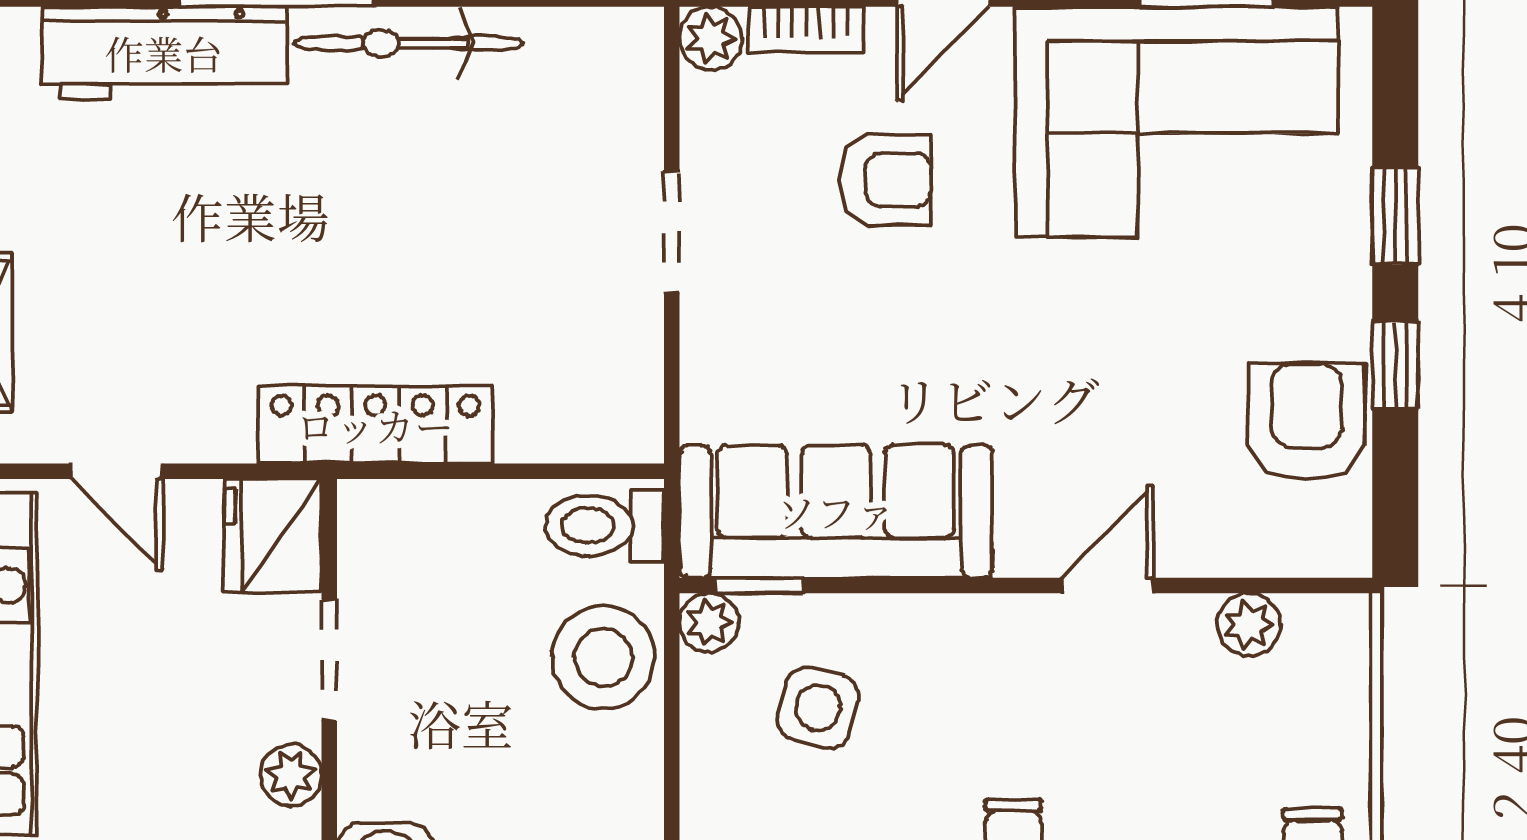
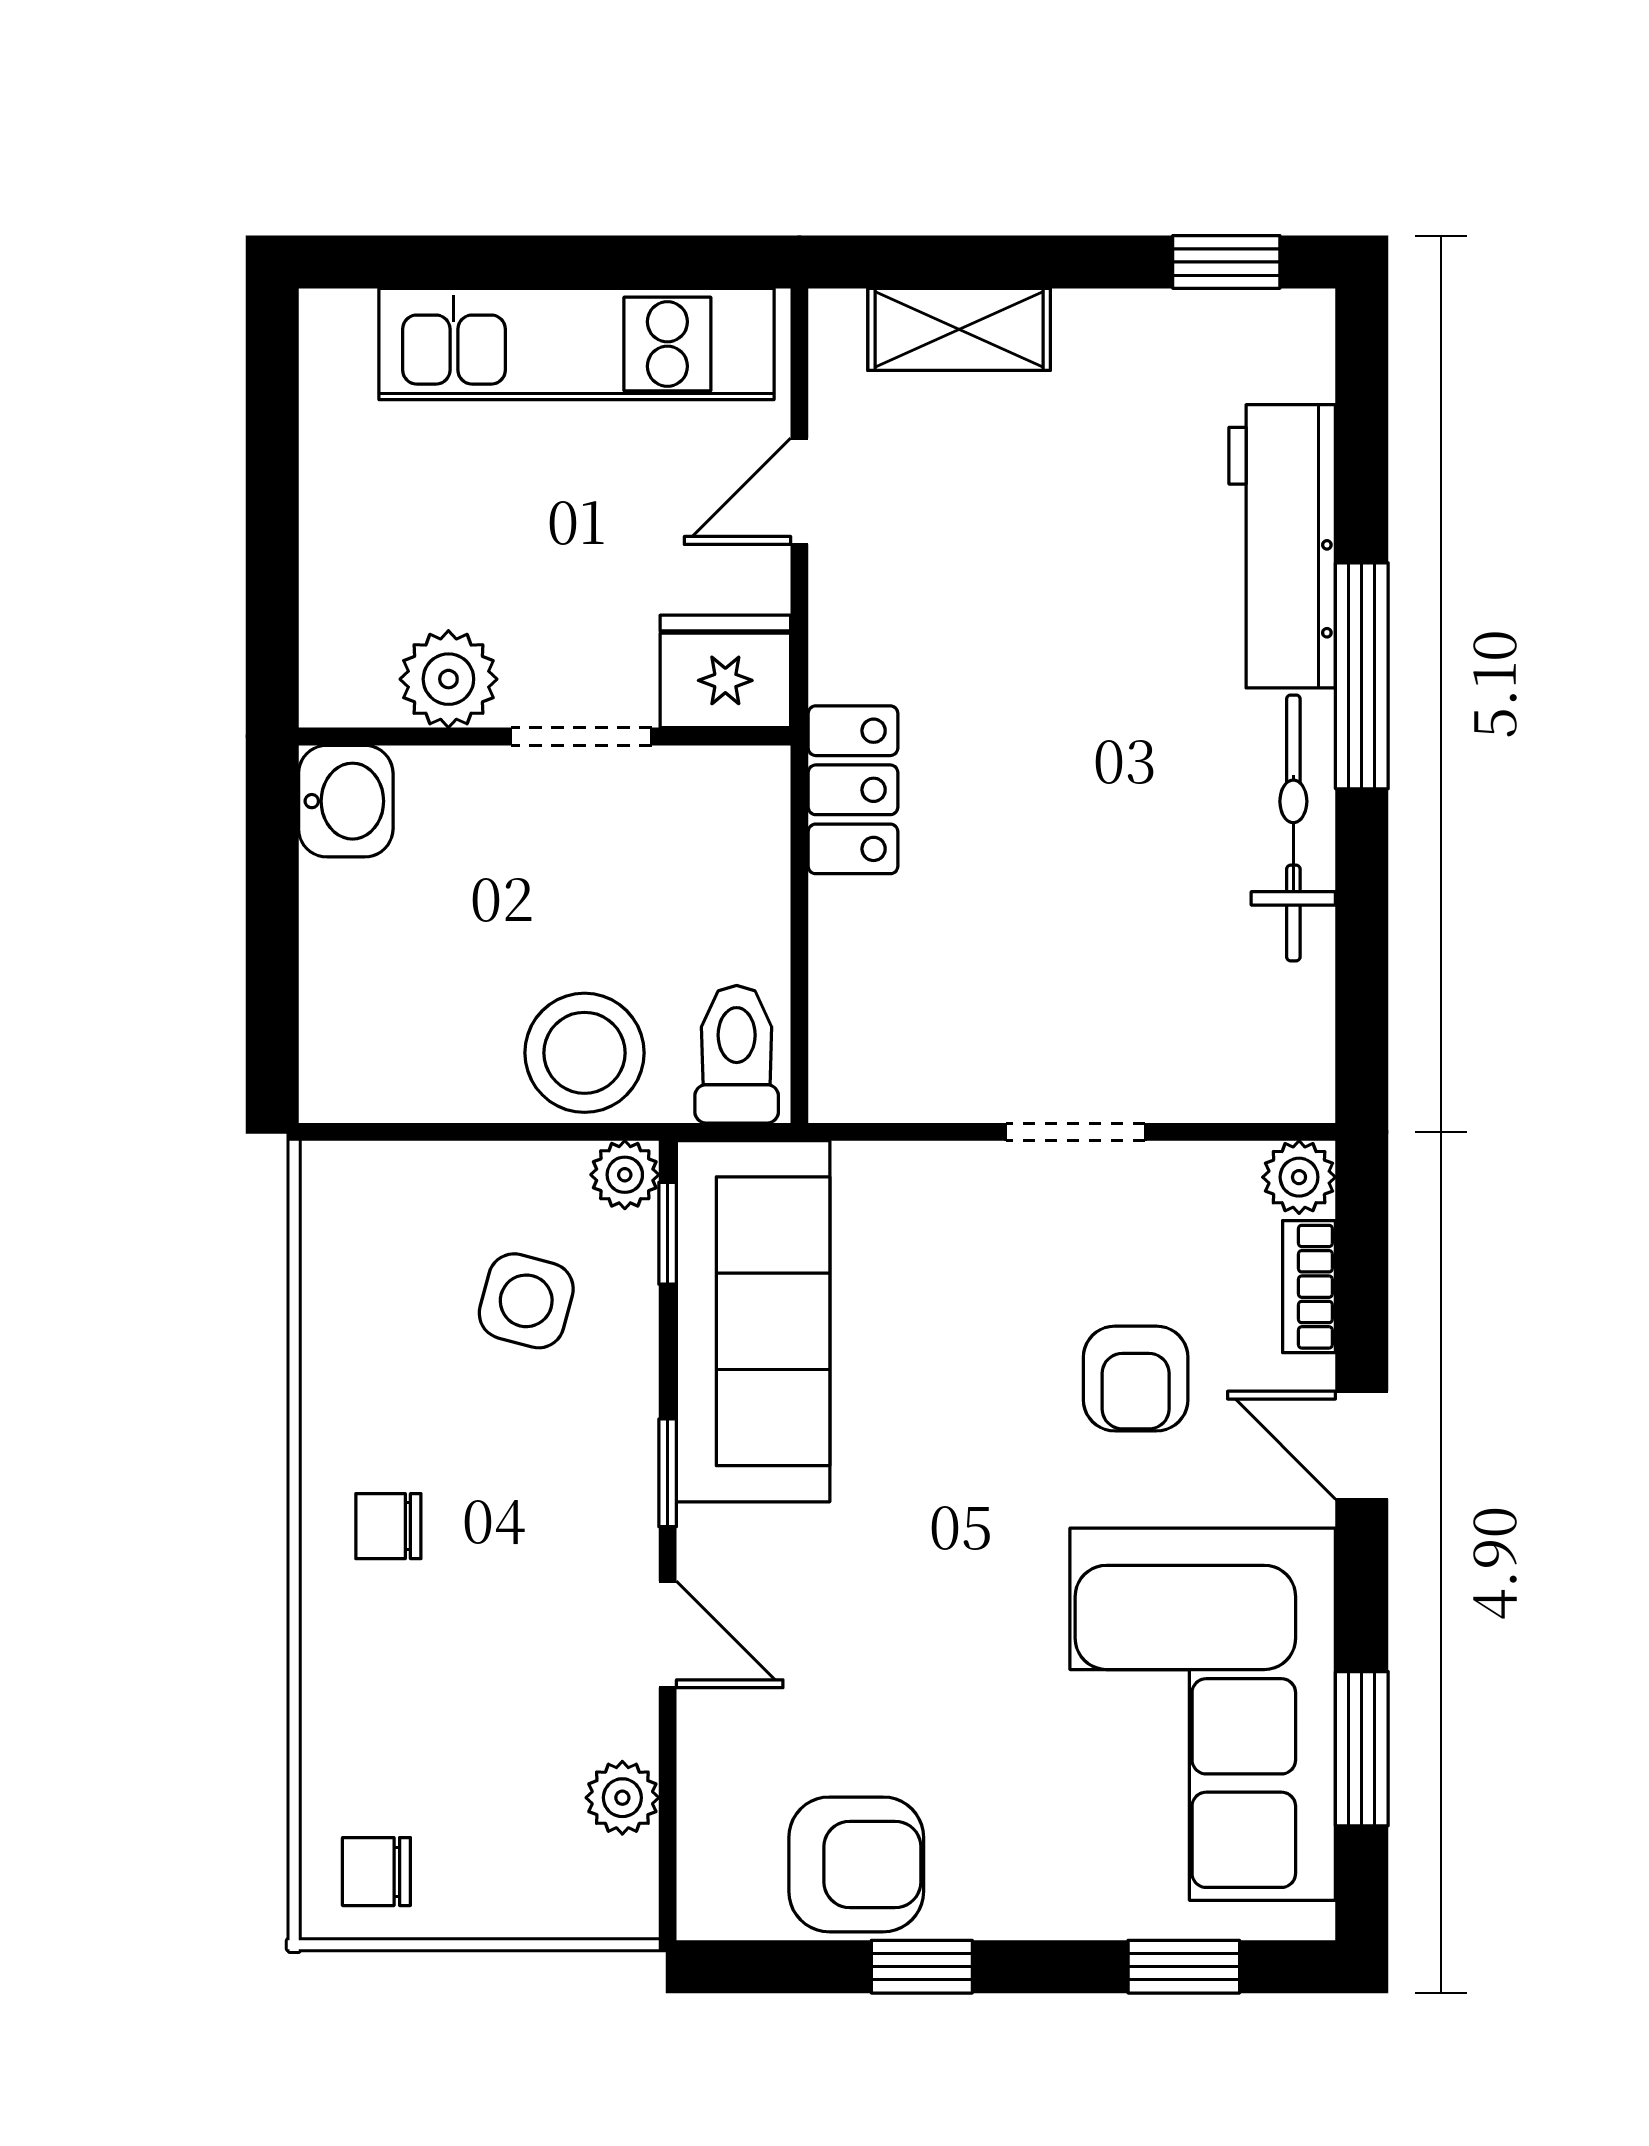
window: (1395, 216) -> (1184, 1967), moved
locker: (375, 425) -> (853, 790), width x0.66
window: (967, 585) -> (668, 1473), added
plant: (291, 775) -> (448, 679), width x1.38, depth x1.38

